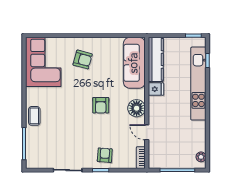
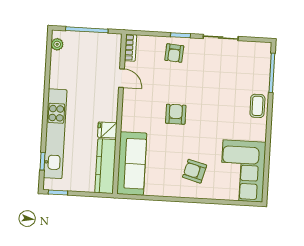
floor lamp: (137, 108) -> (132, 108), removed

